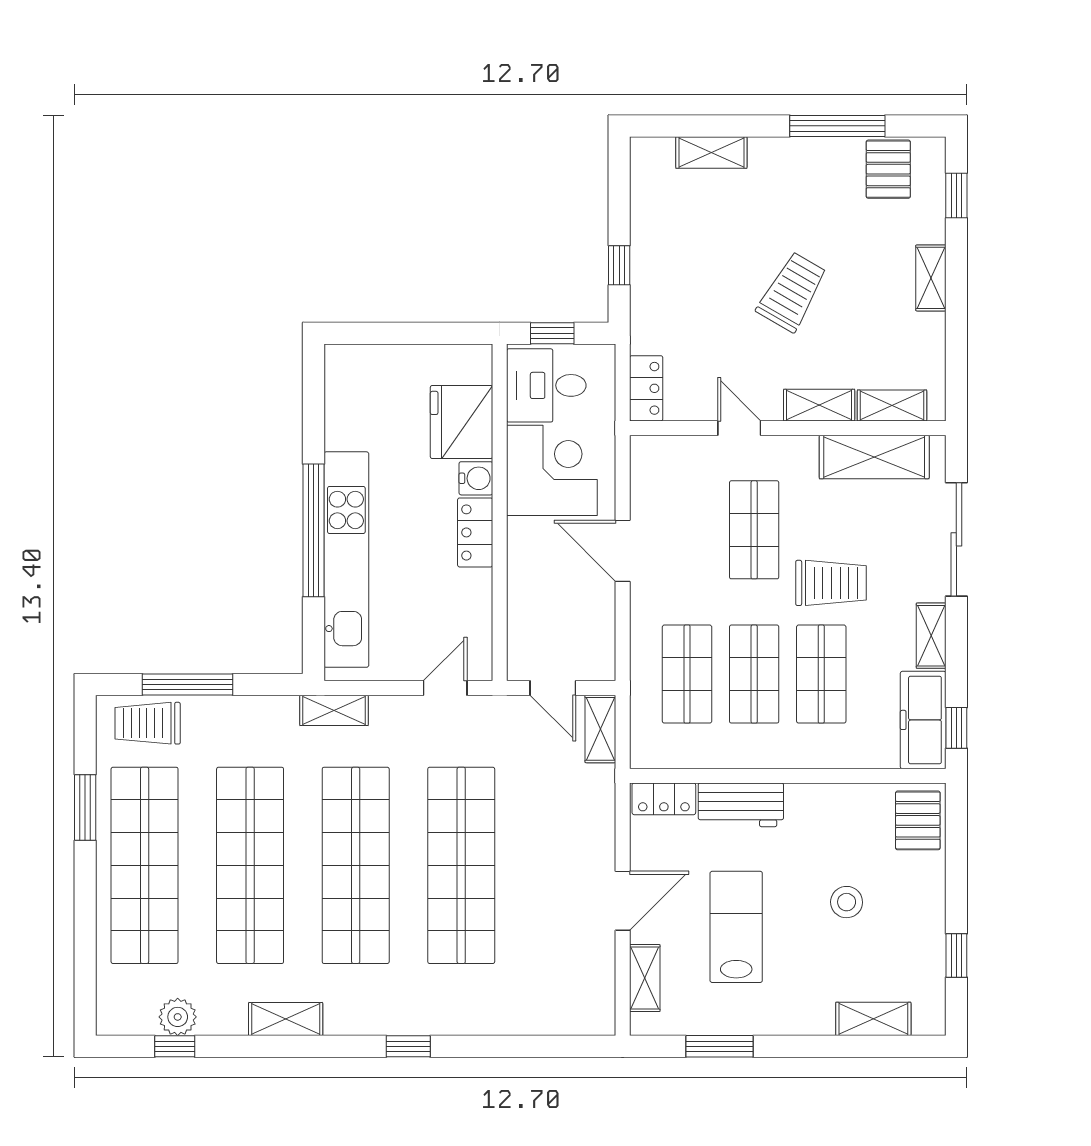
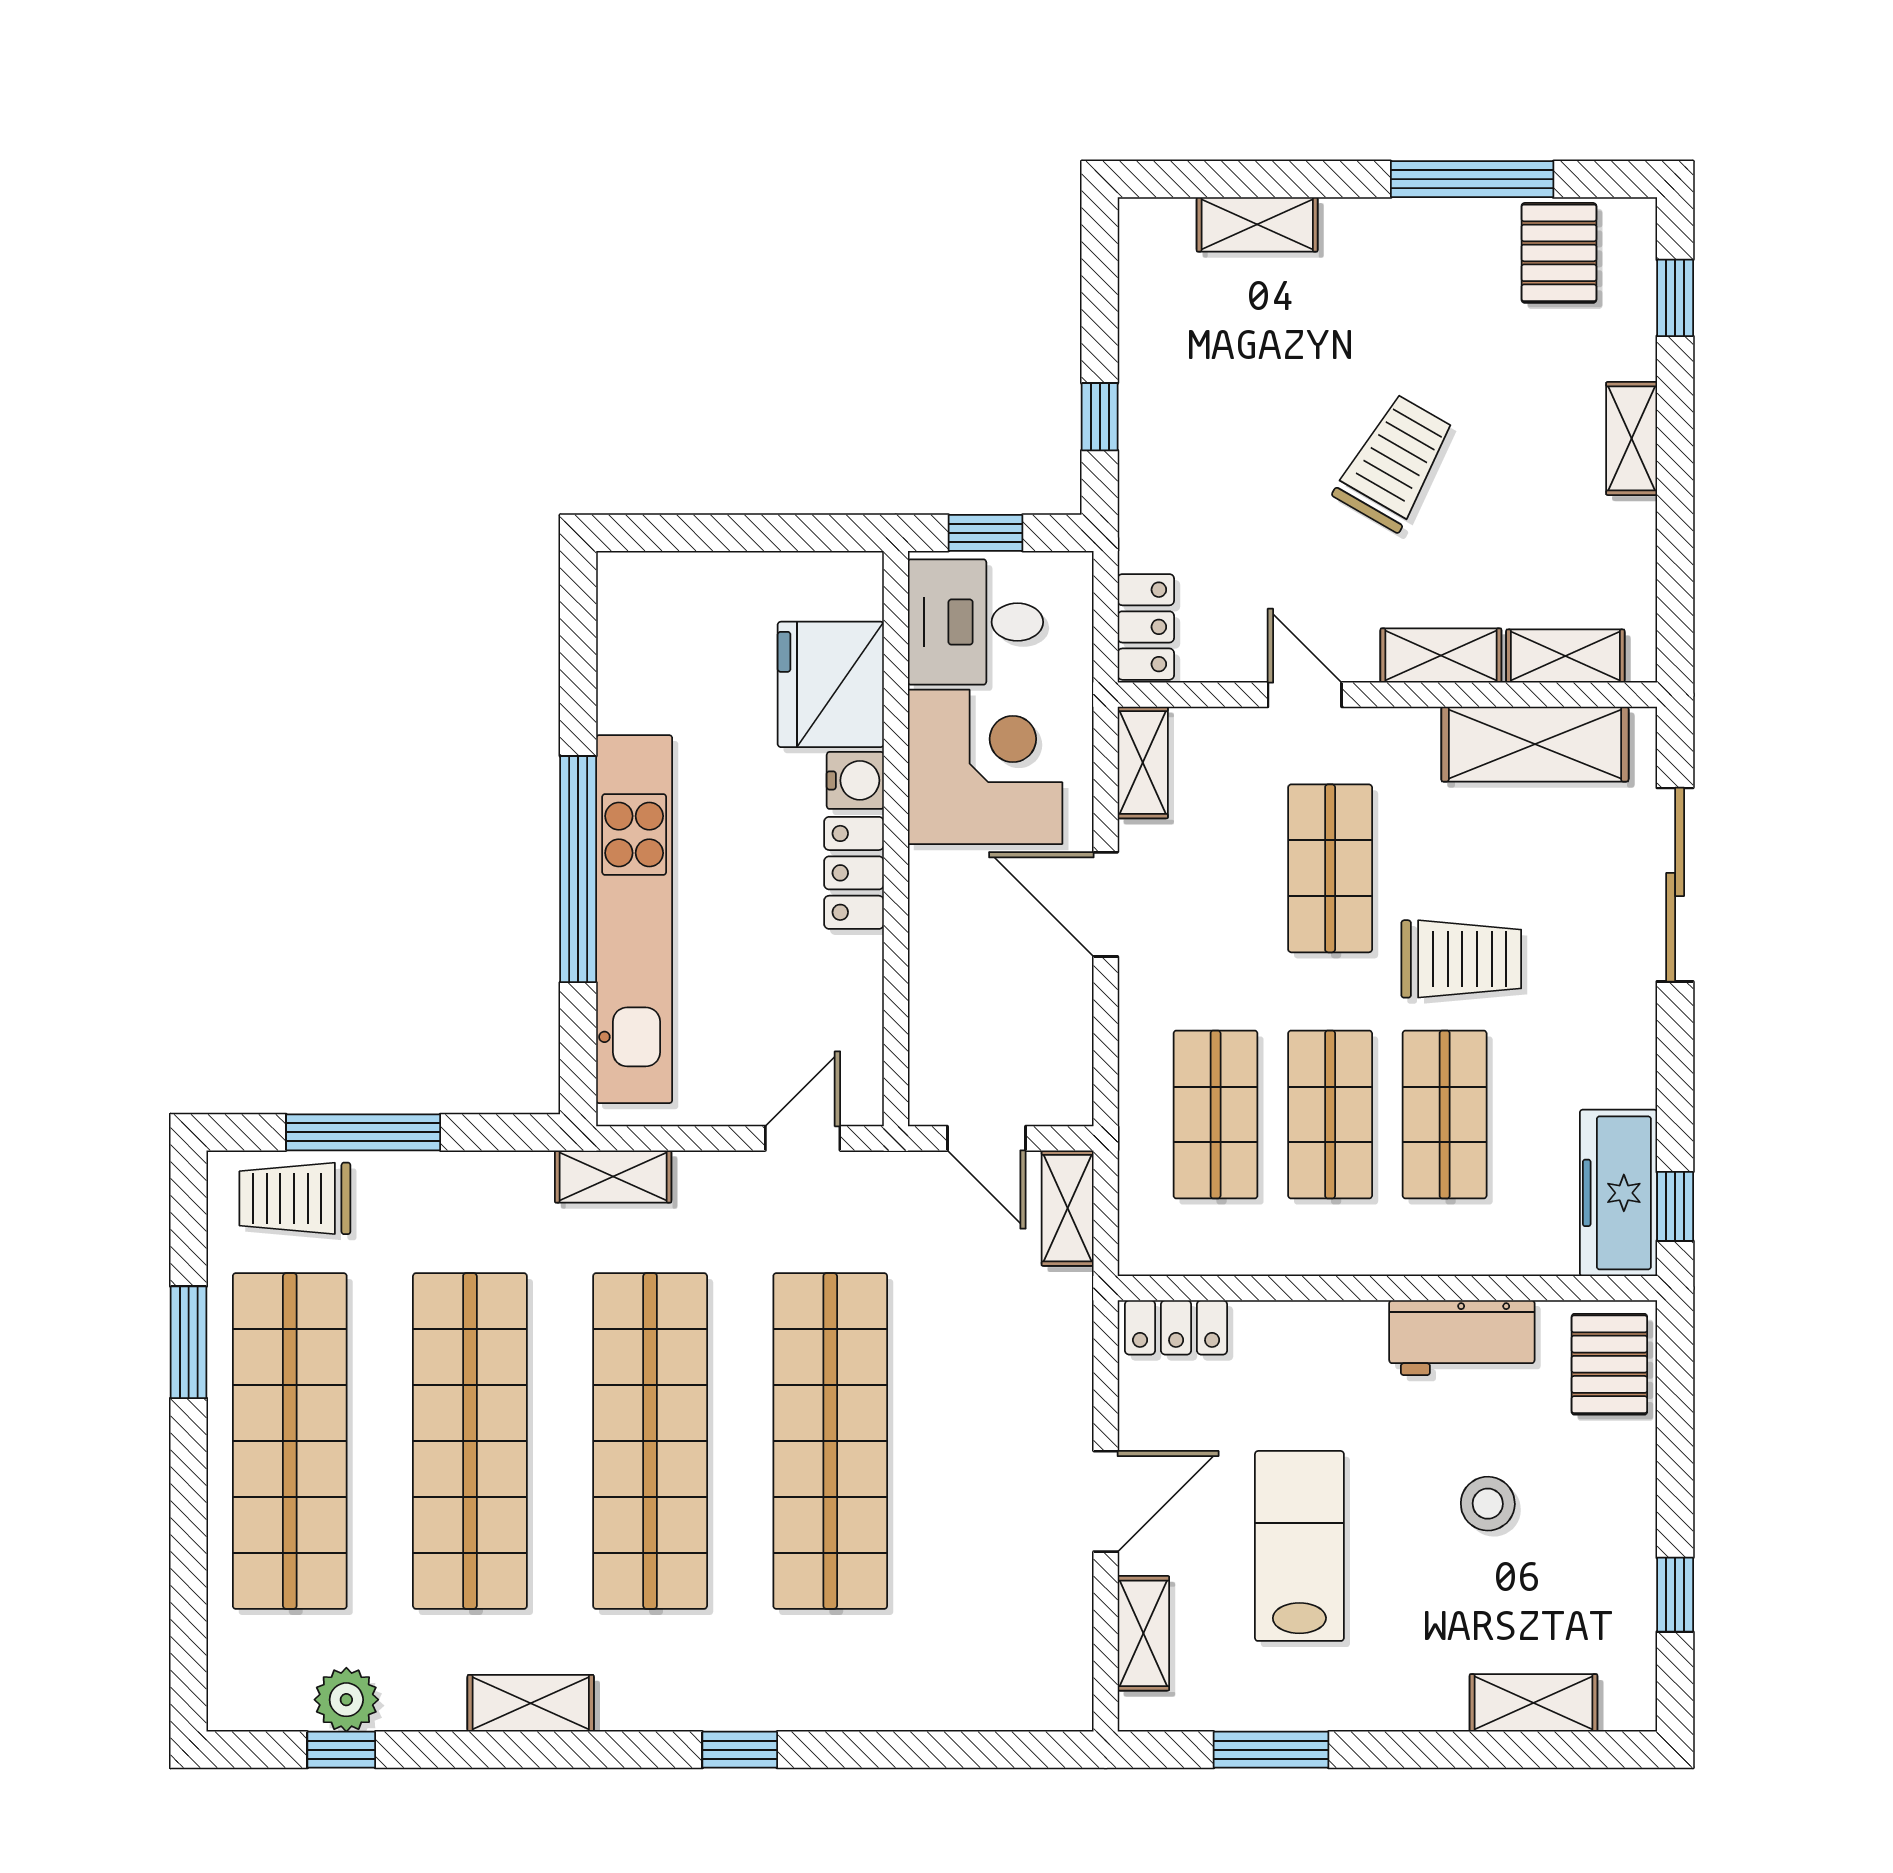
shelving: (931, 636) -> (1143, 763), moved
workbench: (741, 805) -> (1462, 1338), moved

